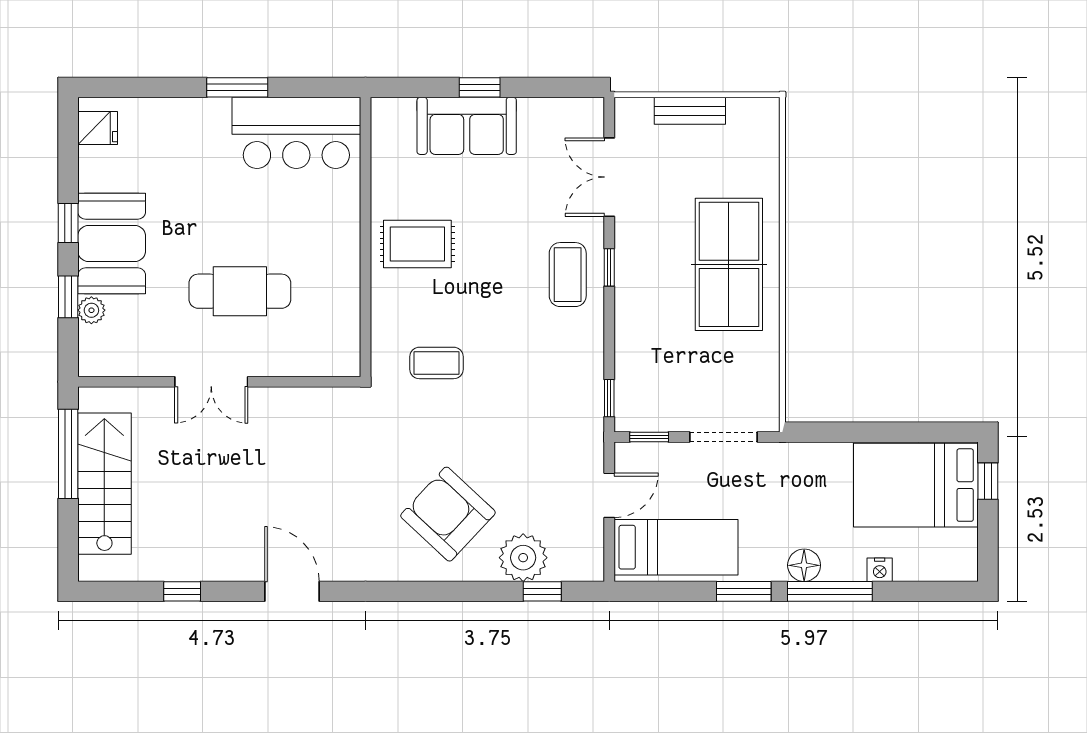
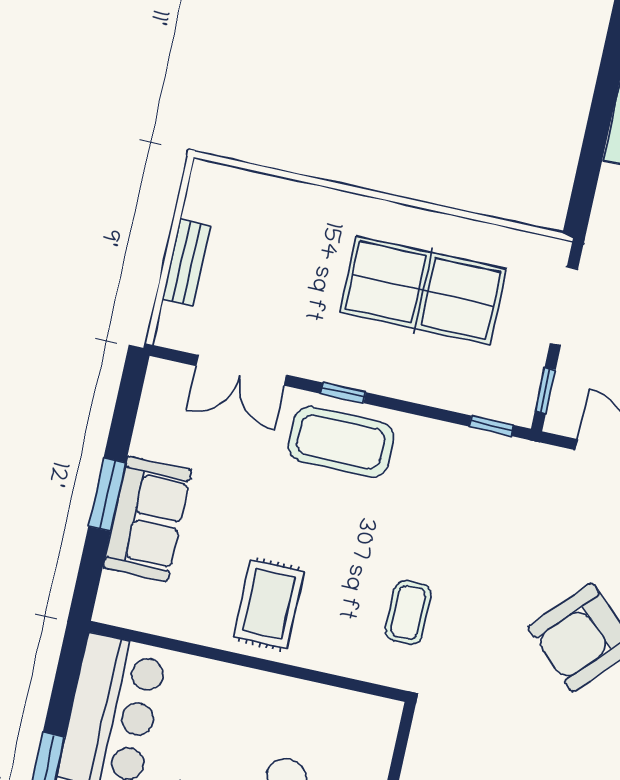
window: (480, 87) -> (107, 494), width x1.50
table tennis table: (729, 264) -> (423, 290), moved
coffee table: (568, 275) -> (341, 442), width x1.36, depth x1.32

